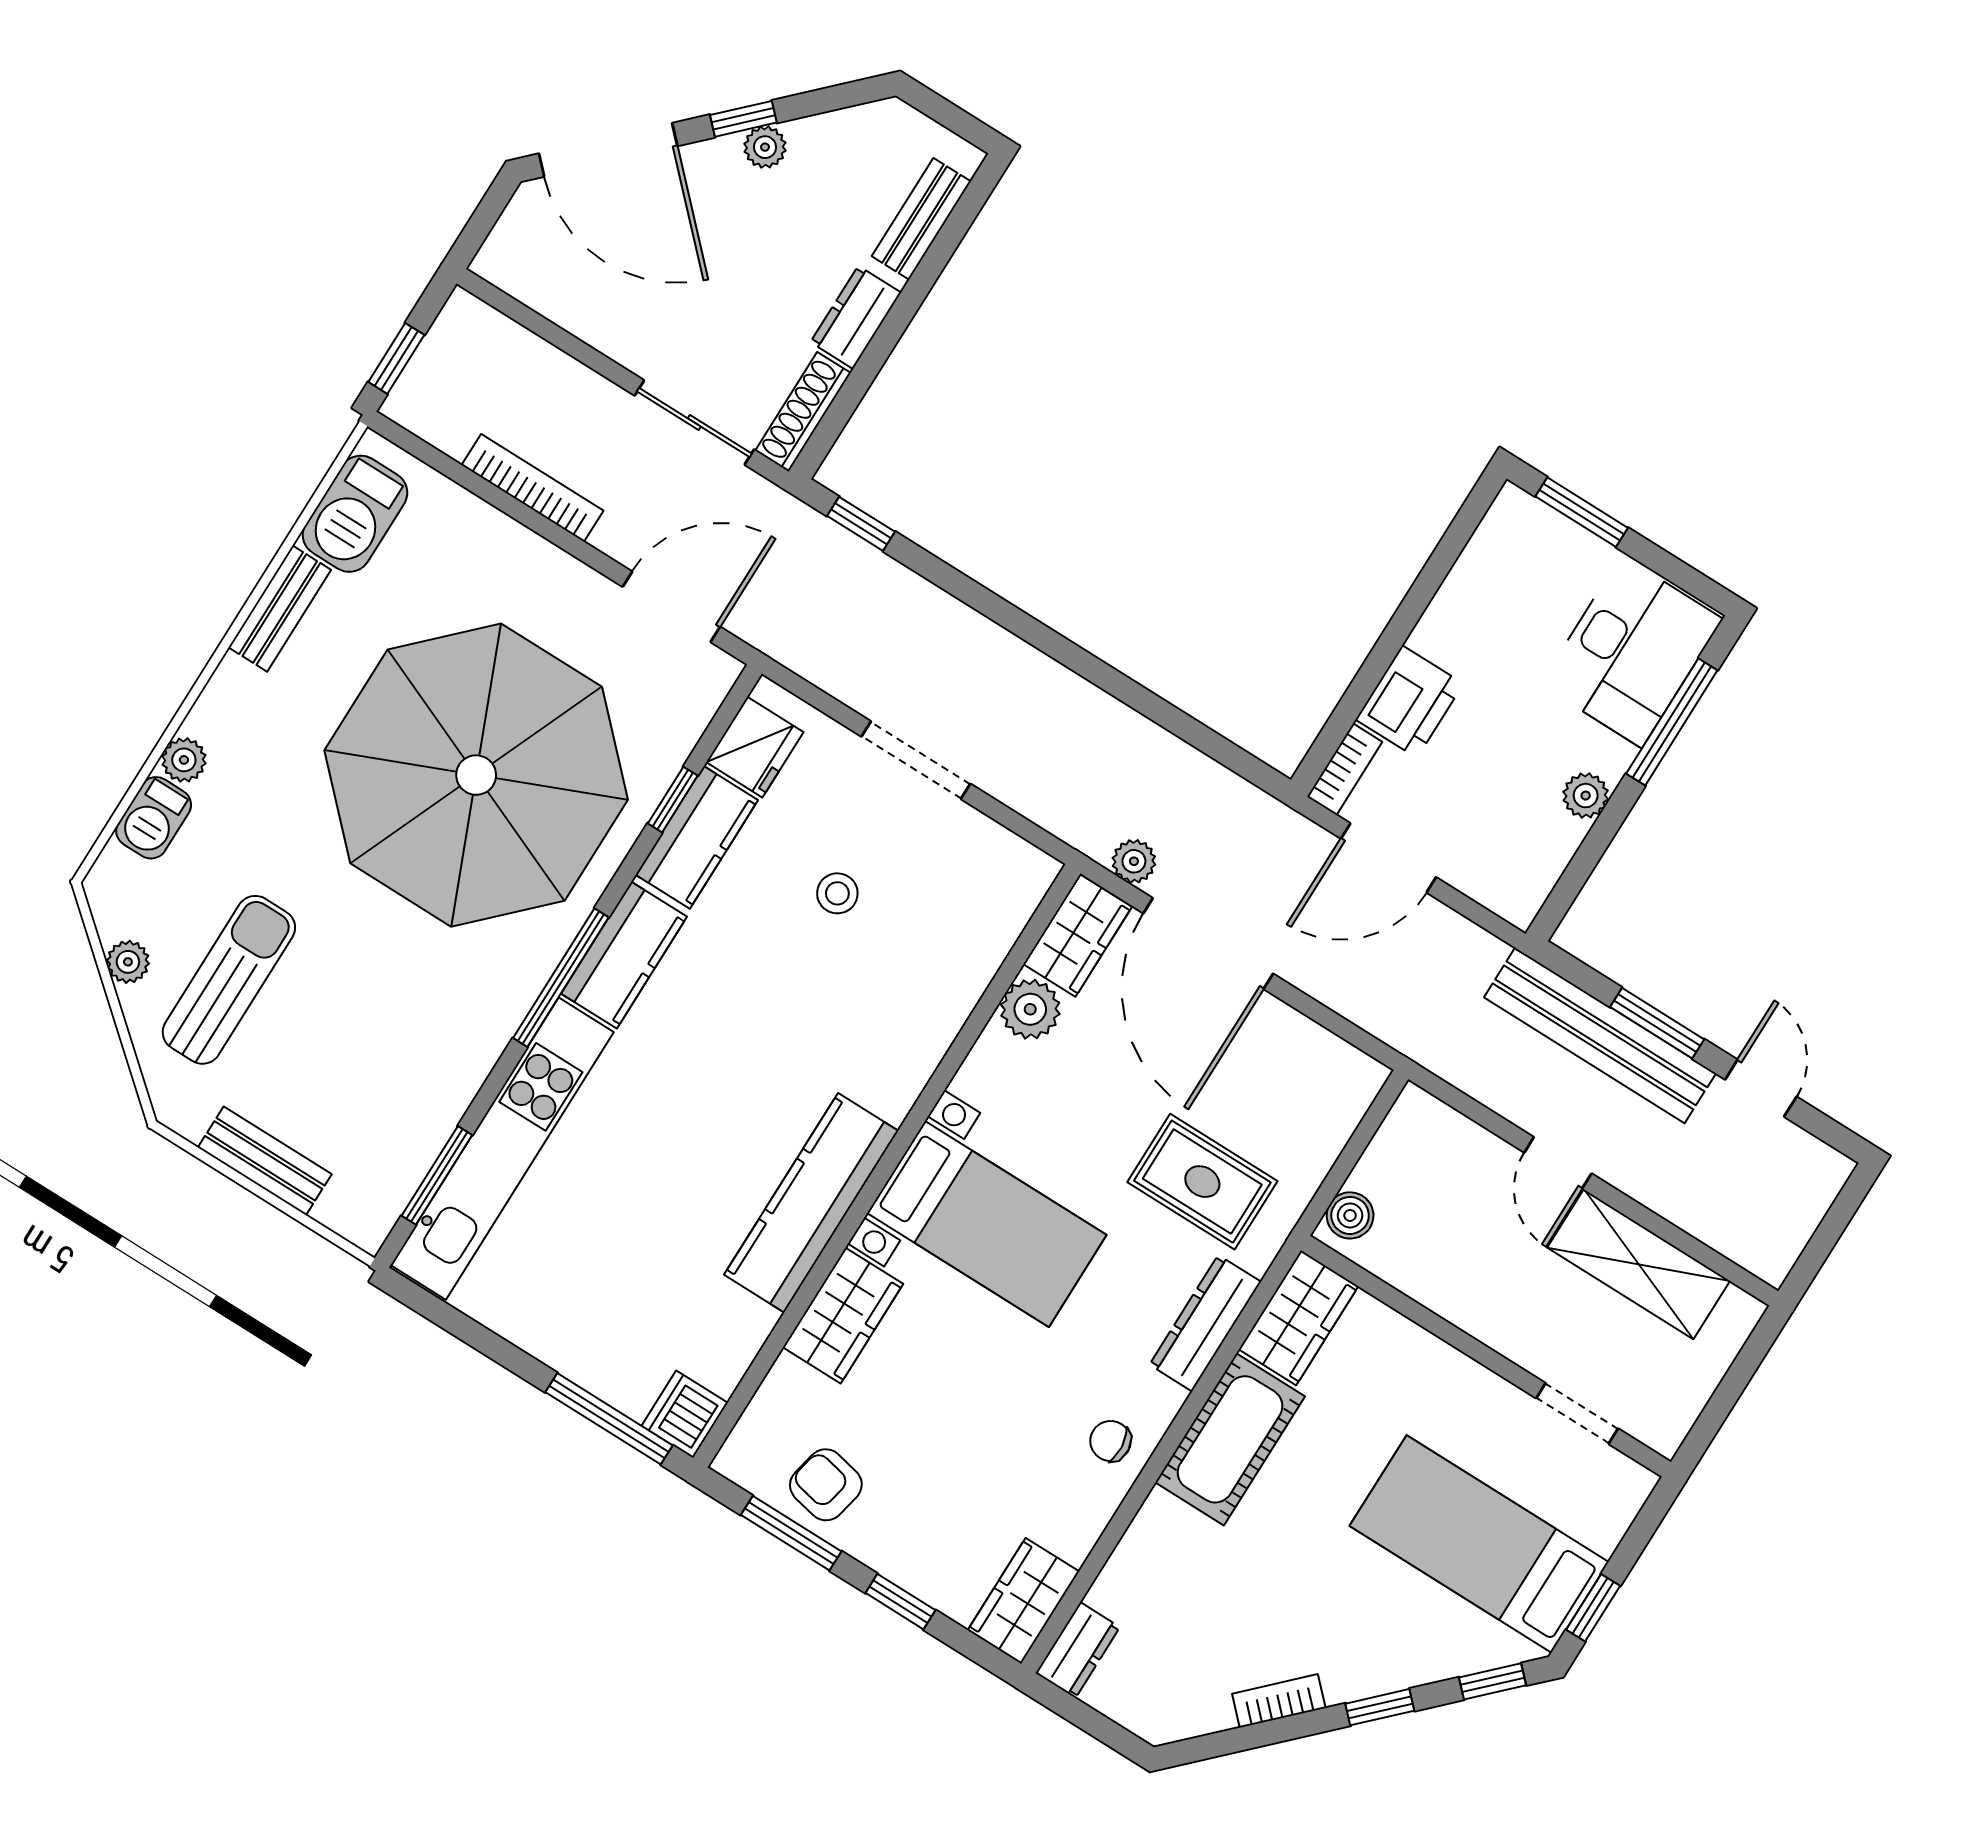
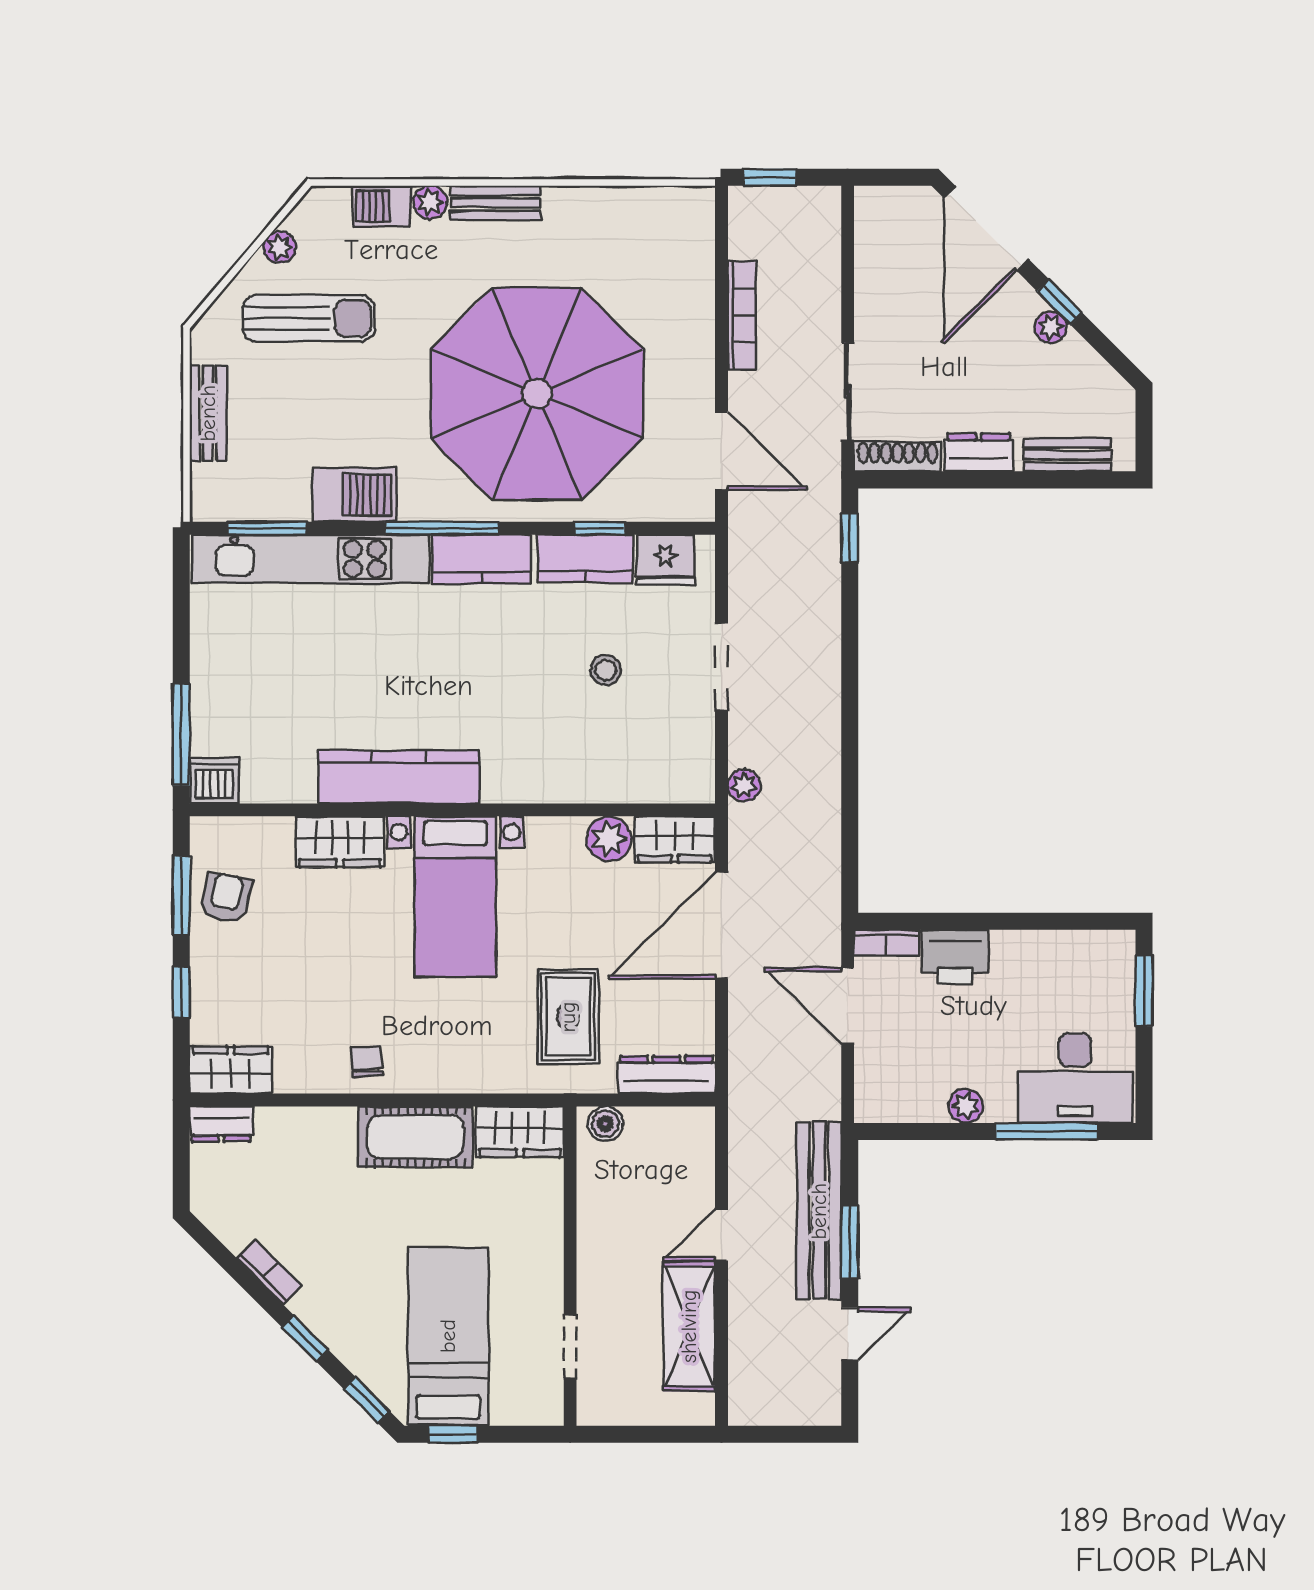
barbecue: (355, 514) -> (355, 495), moved, turned 180
bench: (280, 609) -> (495, 203), moved
plant: (1134, 861) -> (744, 785), moved
dresser: (1205, 1323) -> (667, 1075), moved

